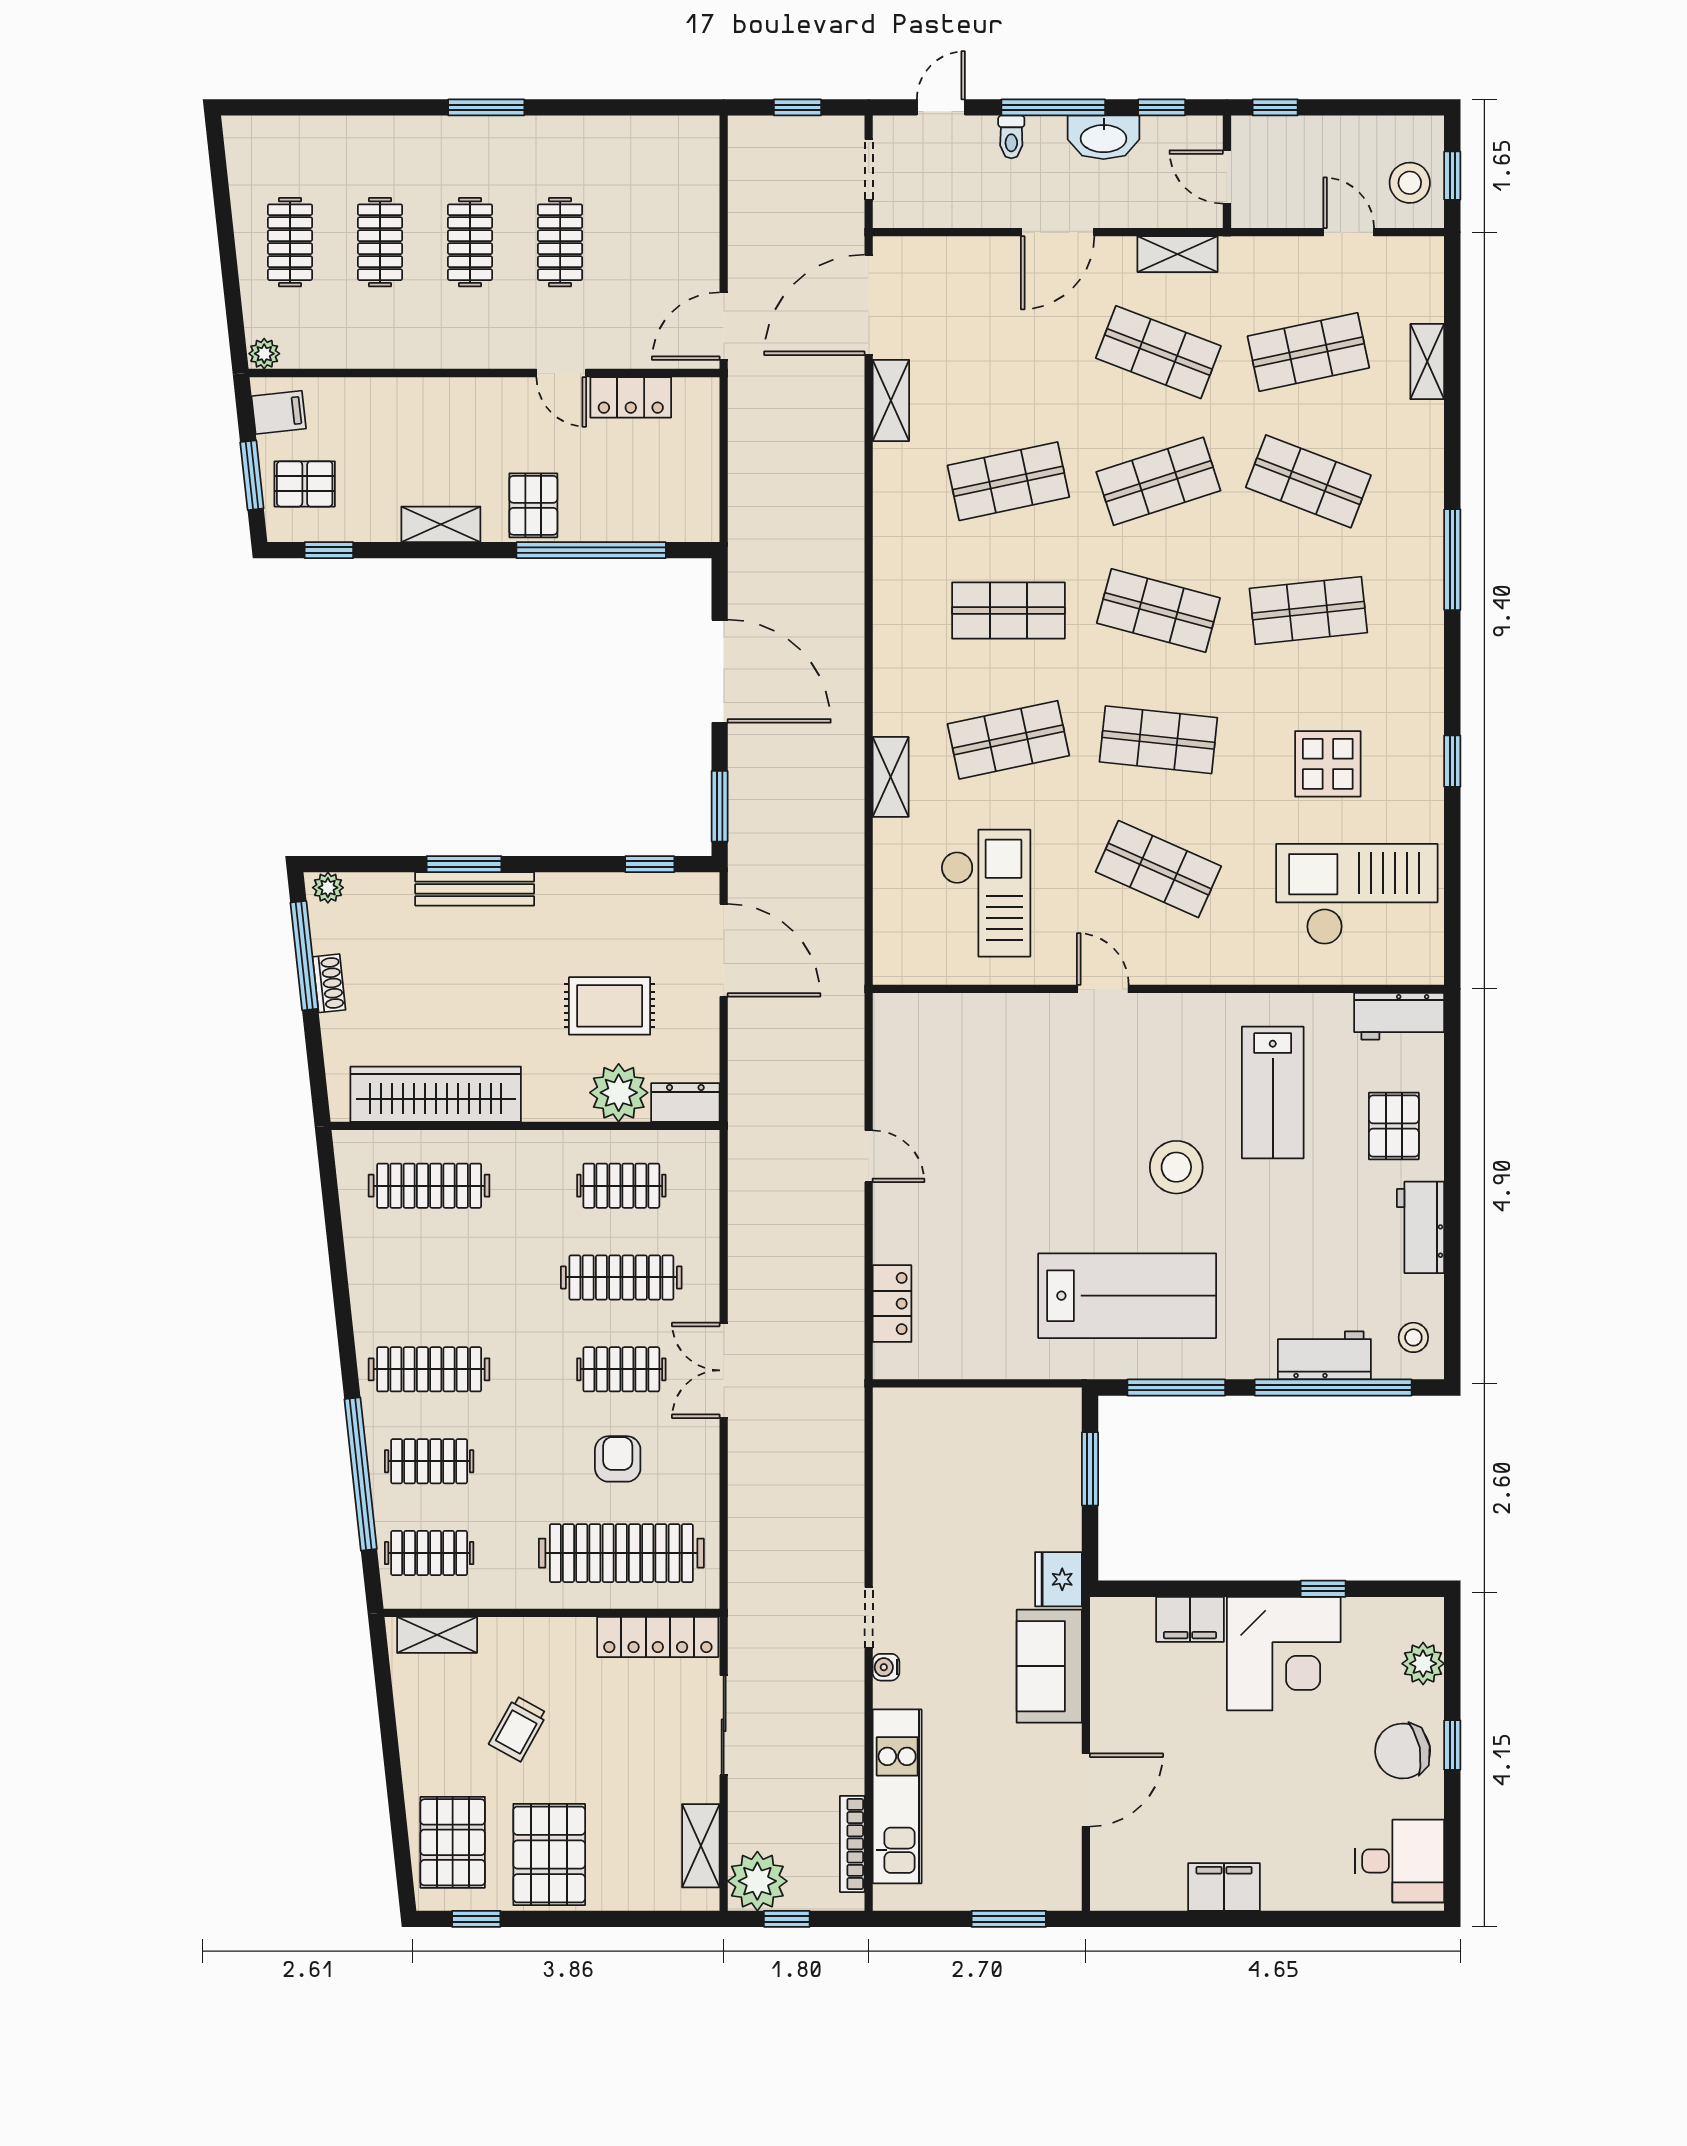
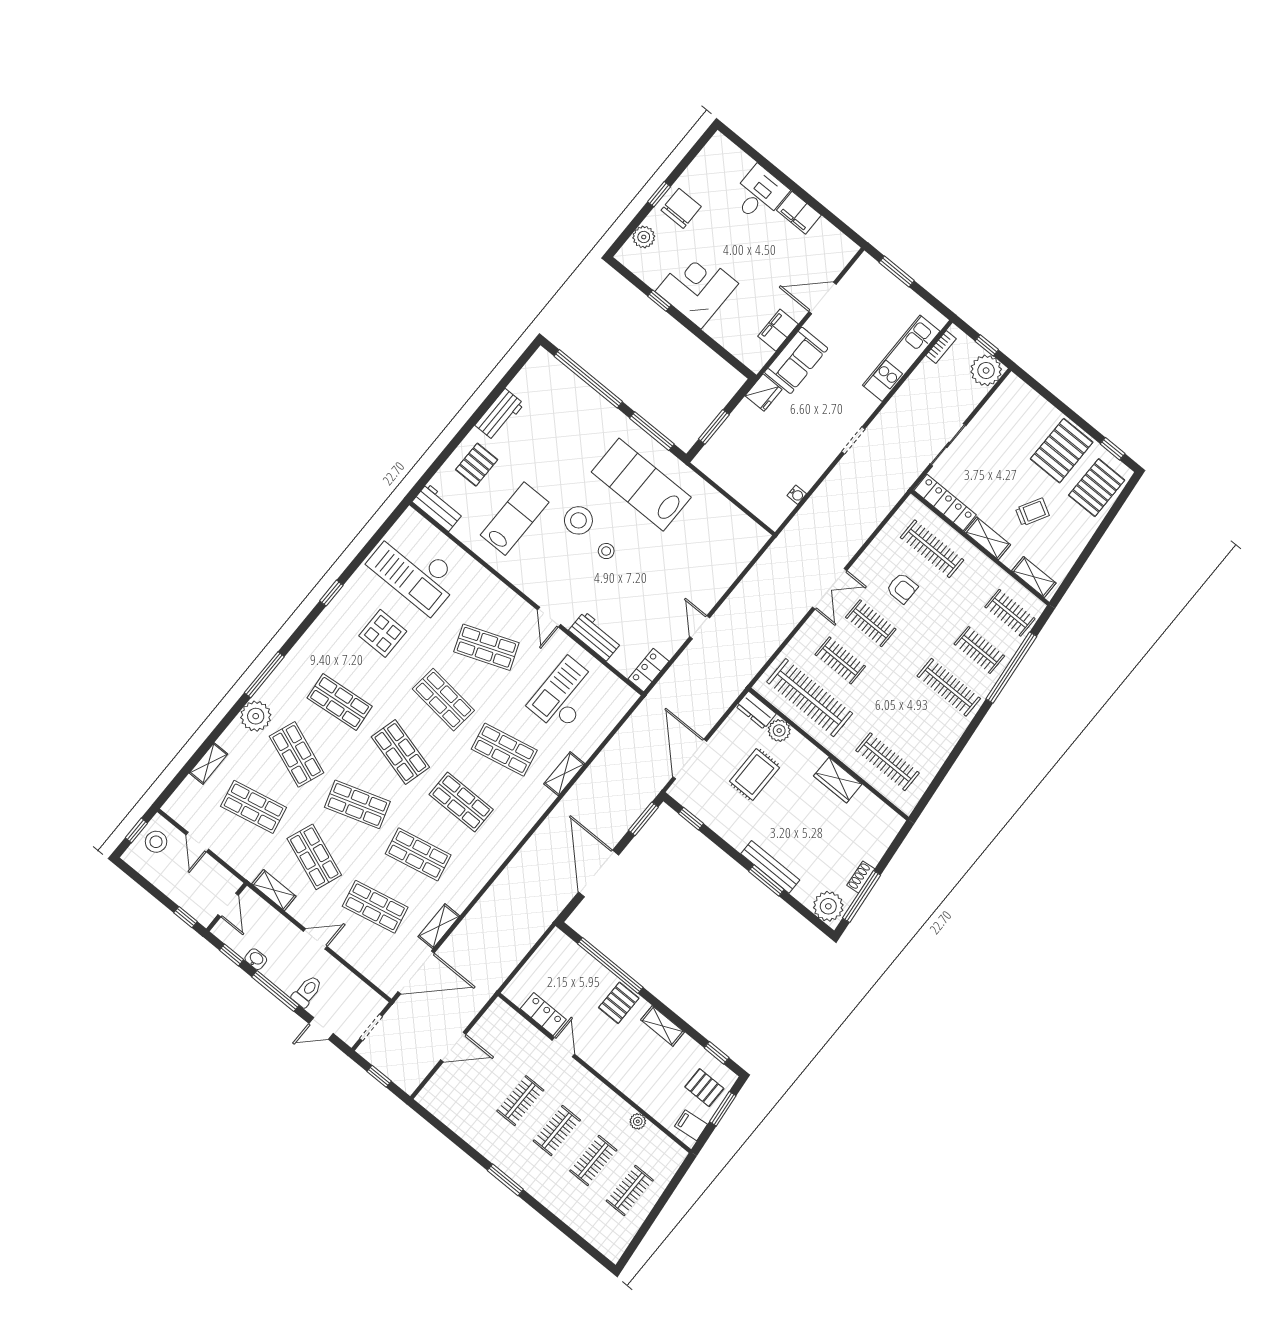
toilet: (1011, 137) -> (307, 991), width x1.37, depth x1.39
washbasin: (1104, 137) -> (256, 959), width x0.52, depth x0.69
door: (1058, 232) -> (315, 939), width x0.73
door: (724, 326) -> (453, 1047), moved
shop shelf: (1008, 352) -> (375, 907), added
plant: (264, 354) -> (638, 1121), moved
plant: (1415, 488) -> (256, 716), added
shop shelf: (1158, 869) -> (486, 647), turned -45
plant: (328, 888) -> (828, 906), width x1.88, depth x1.88
rug: (610, 1006) -> (755, 775), turned 90
plant: (619, 1093) -> (779, 731), width x0.73, depth x0.73
wardrobe: (436, 1094) -> (838, 780), width x0.48, depth x0.85
clothes rail: (621, 1186) -> (810, 698), width x1.86, depth x1.31
clothes rail: (621, 1277) -> (840, 660), width x0.73
locker: (892, 1304) -> (649, 670), moved
stool: (1413, 1337) -> (606, 551), moved
workbench: (1324, 1355) -> (595, 636), moved, turned 180
armchair: (618, 1459) -> (902, 588), turned -90
clothes rail: (621, 1553) -> (932, 549), width x0.73, depth x0.76
filing cabinet: (1190, 1619) -> (778, 330), moved, turned -90
water cooler: (886, 1667) -> (797, 495), moved
chair: (1403, 1751) -> (681, 208), turned -79
bookcase: (852, 1844) -> (941, 347), width x0.64
shelving: (701, 1846) -> (988, 538), moved, turned 90
desk: (1400, 1861) -> (759, 194), moved, turned 90

